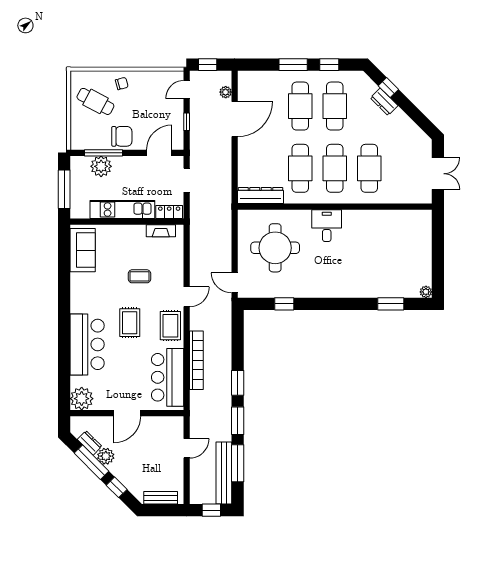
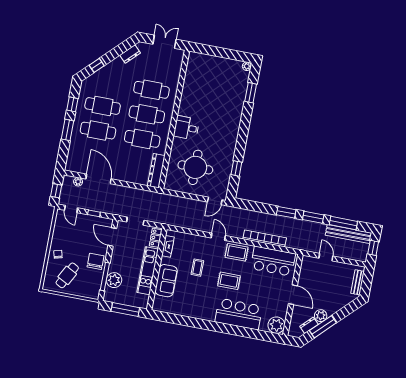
dresser: (384, 102) -> (130, 54), moved
sofa: (83, 250) -> (166, 281), moved, turned 90
window: (117, 487) -> (344, 312), removed

